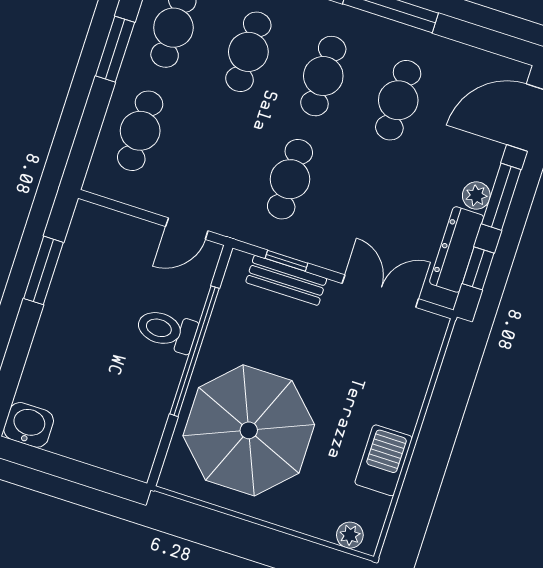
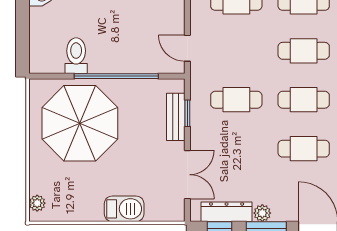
toilet: (167, 330) -> (76, 56), moved
barbecue: (384, 460) -> (124, 209), moved

